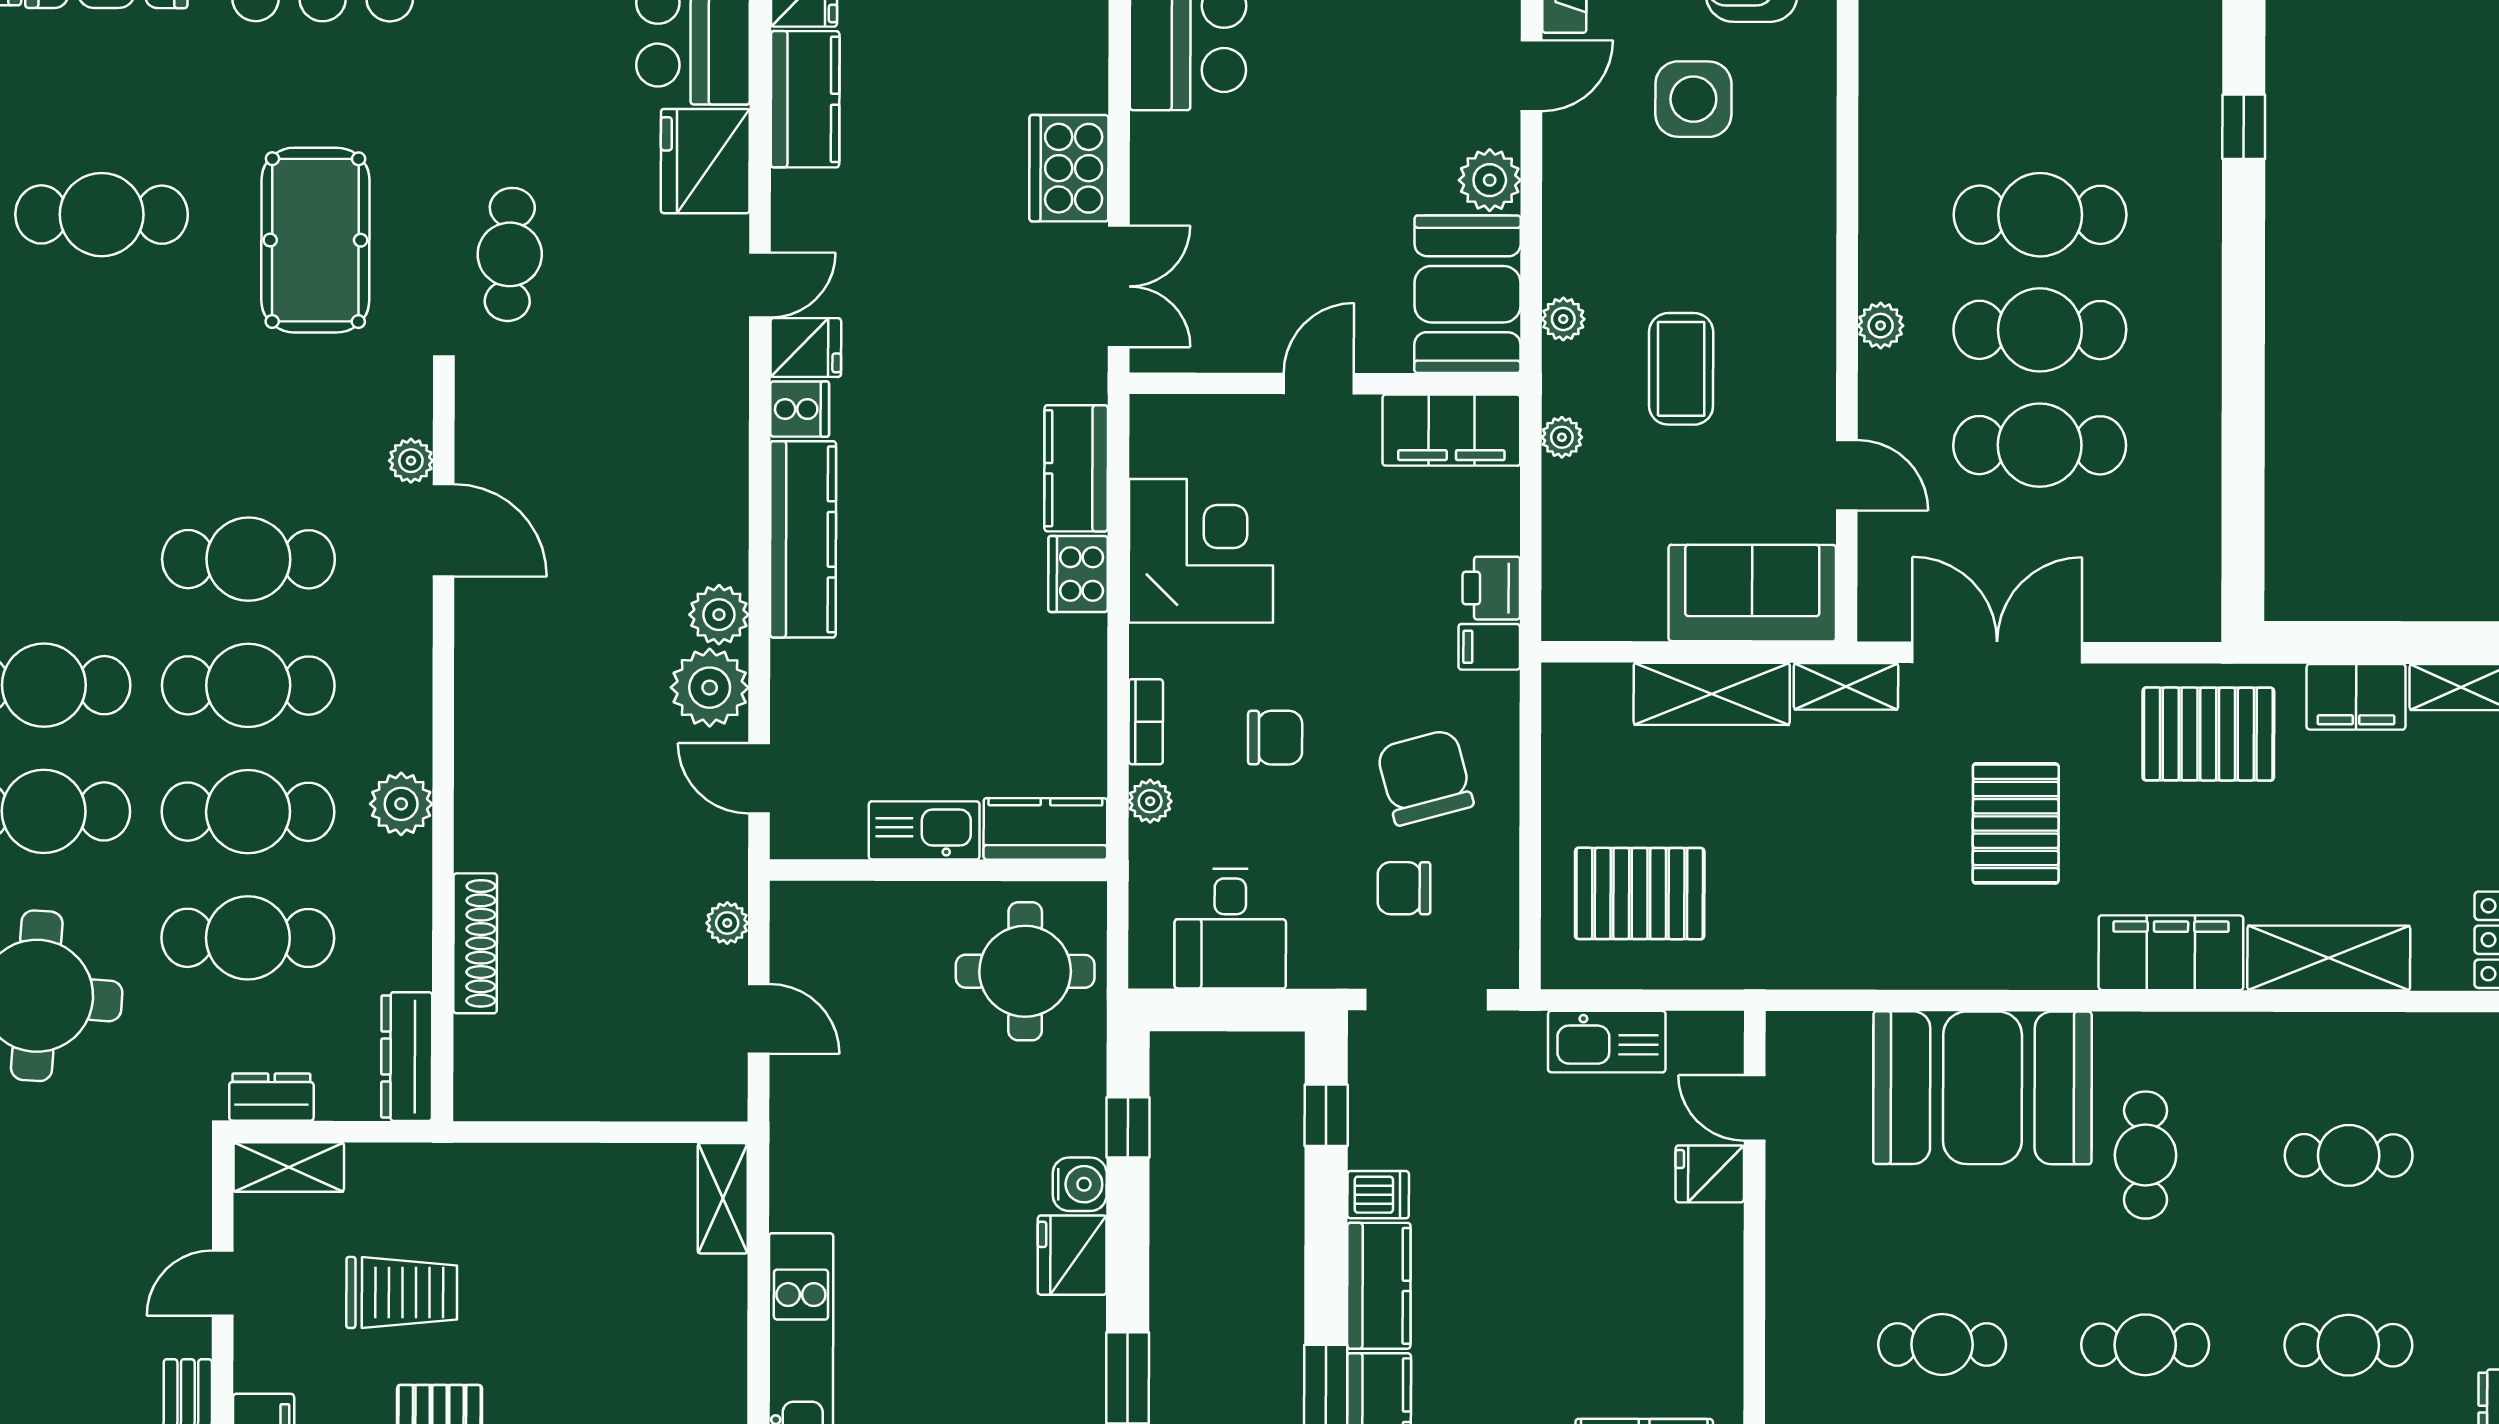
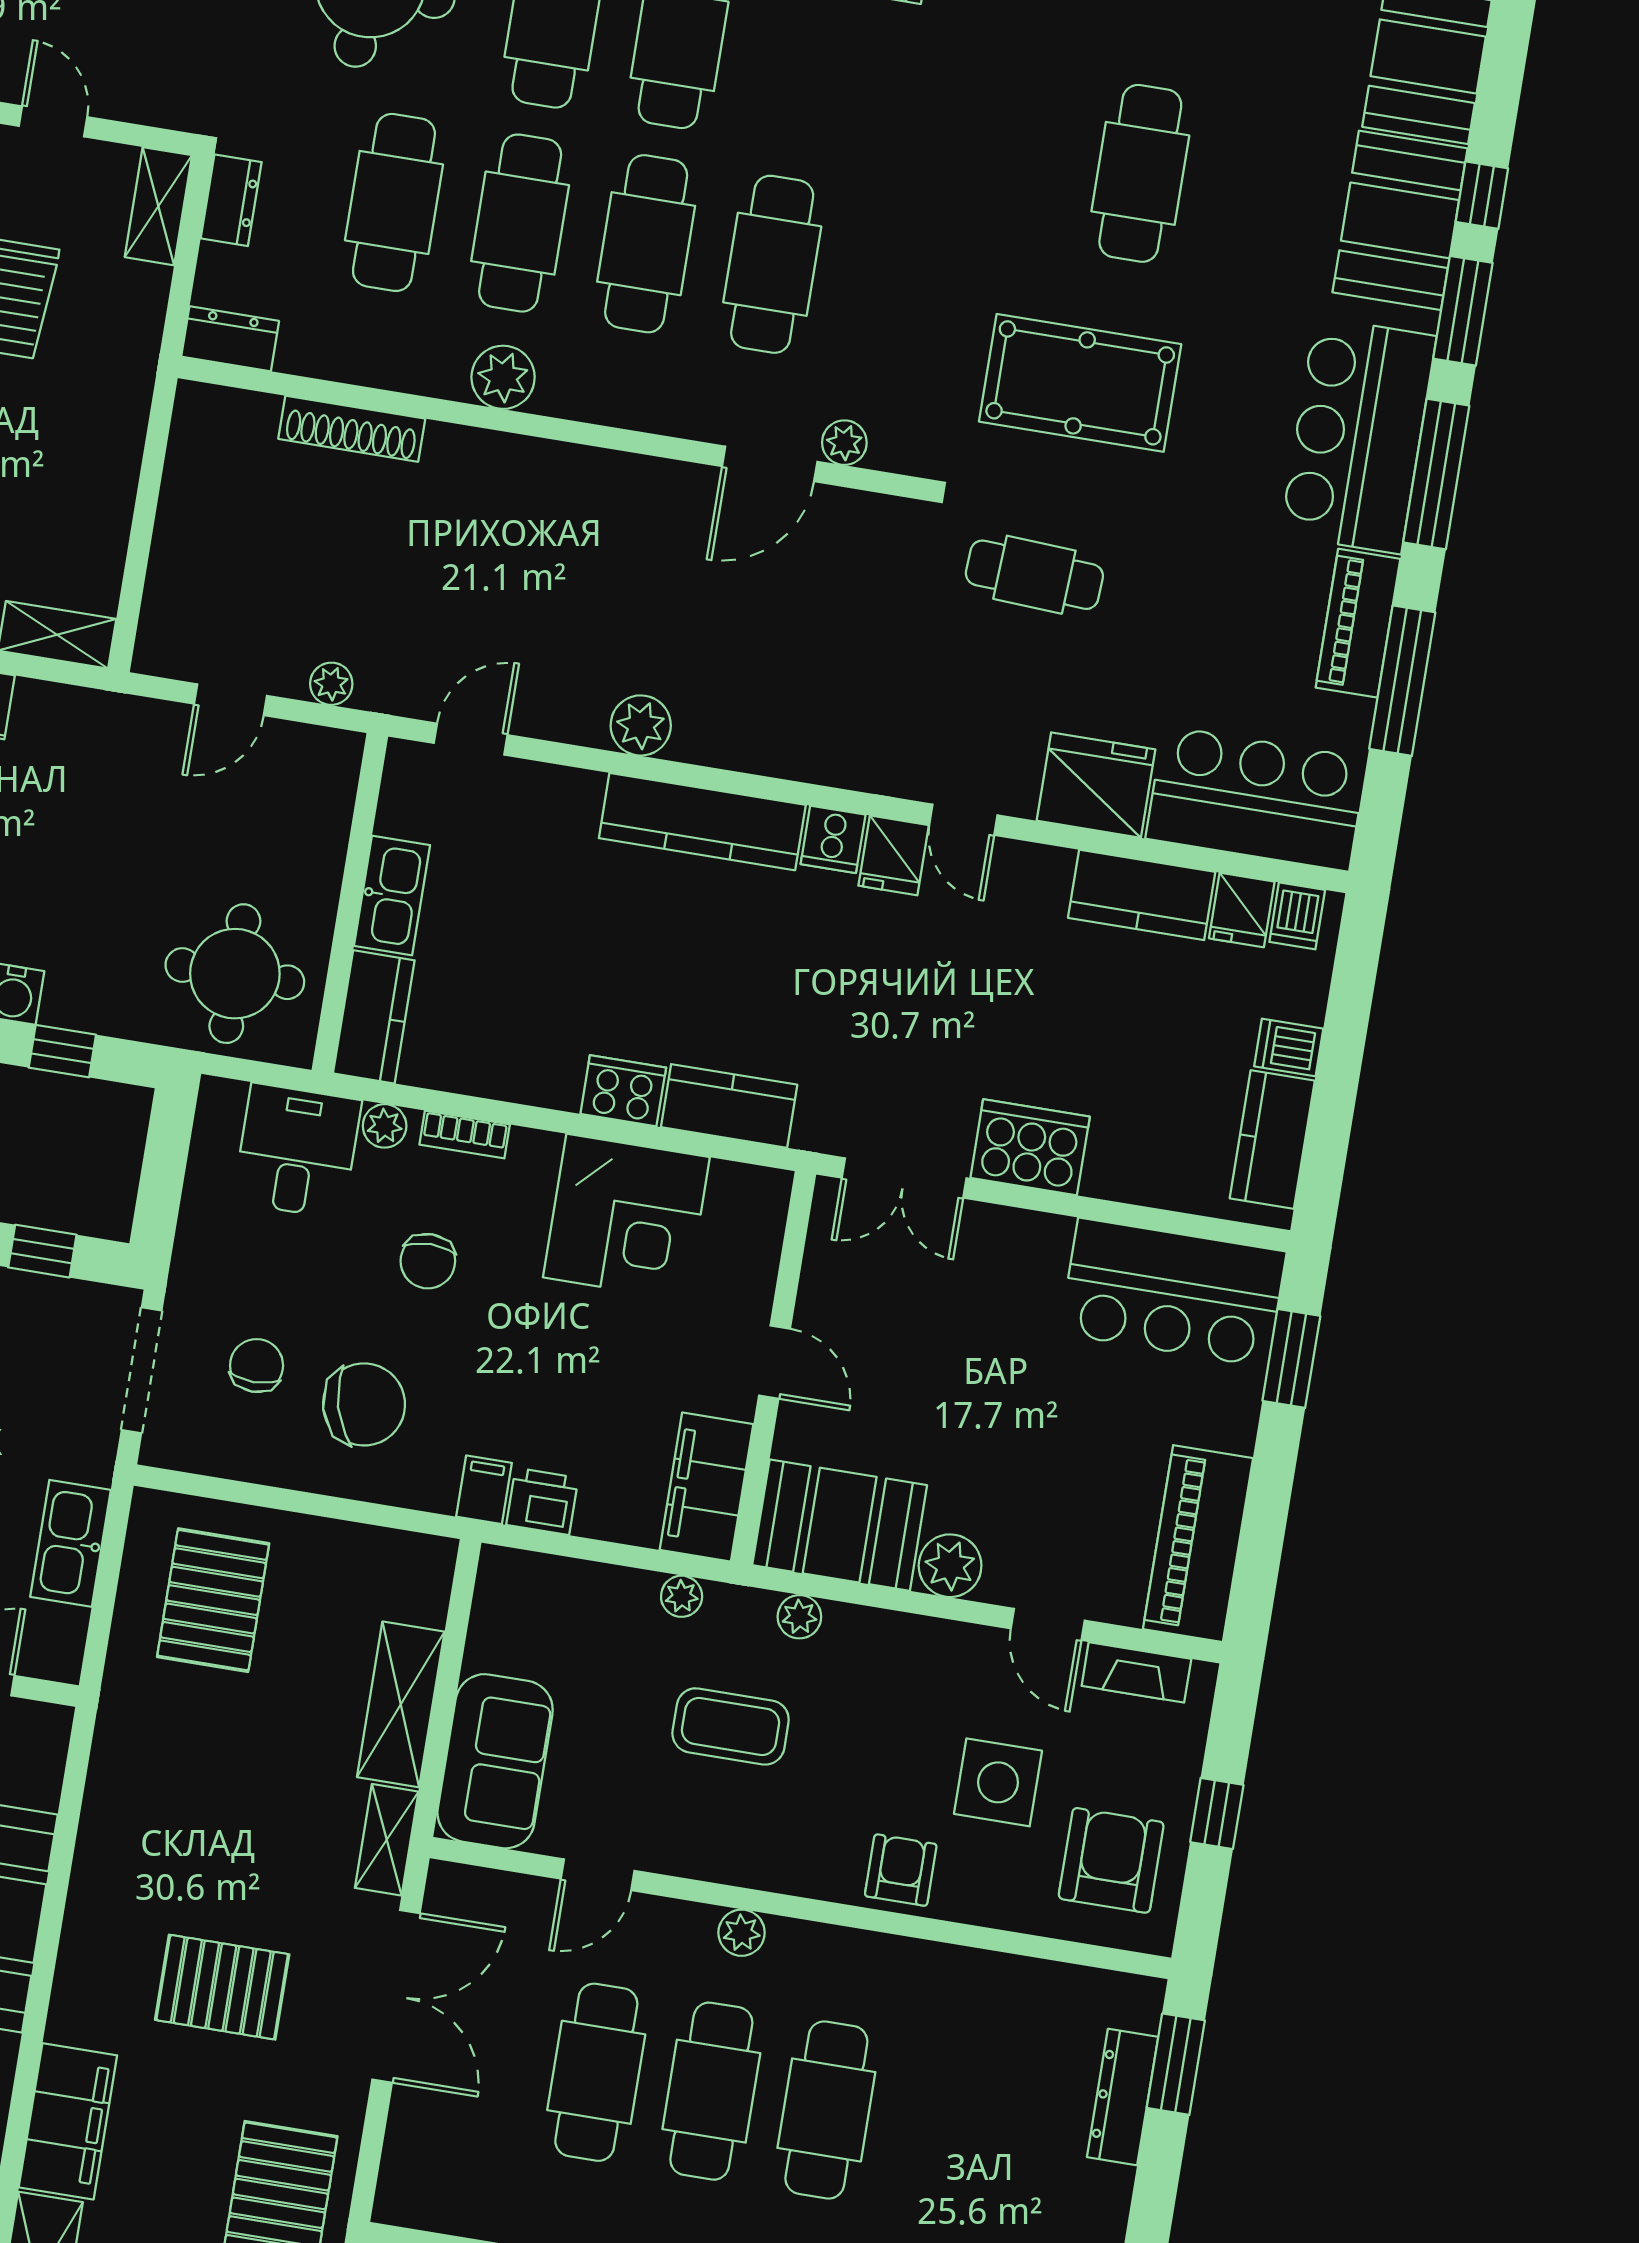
armchair: (1794, 180) -> (901, 1870), added
plant: (710, 688) -> (569, 704), removed
desk: (1230, 929) -> (297, 1151), moved, turned 90
dresser: (407, 1057) -> (230, 339), width x0.70

